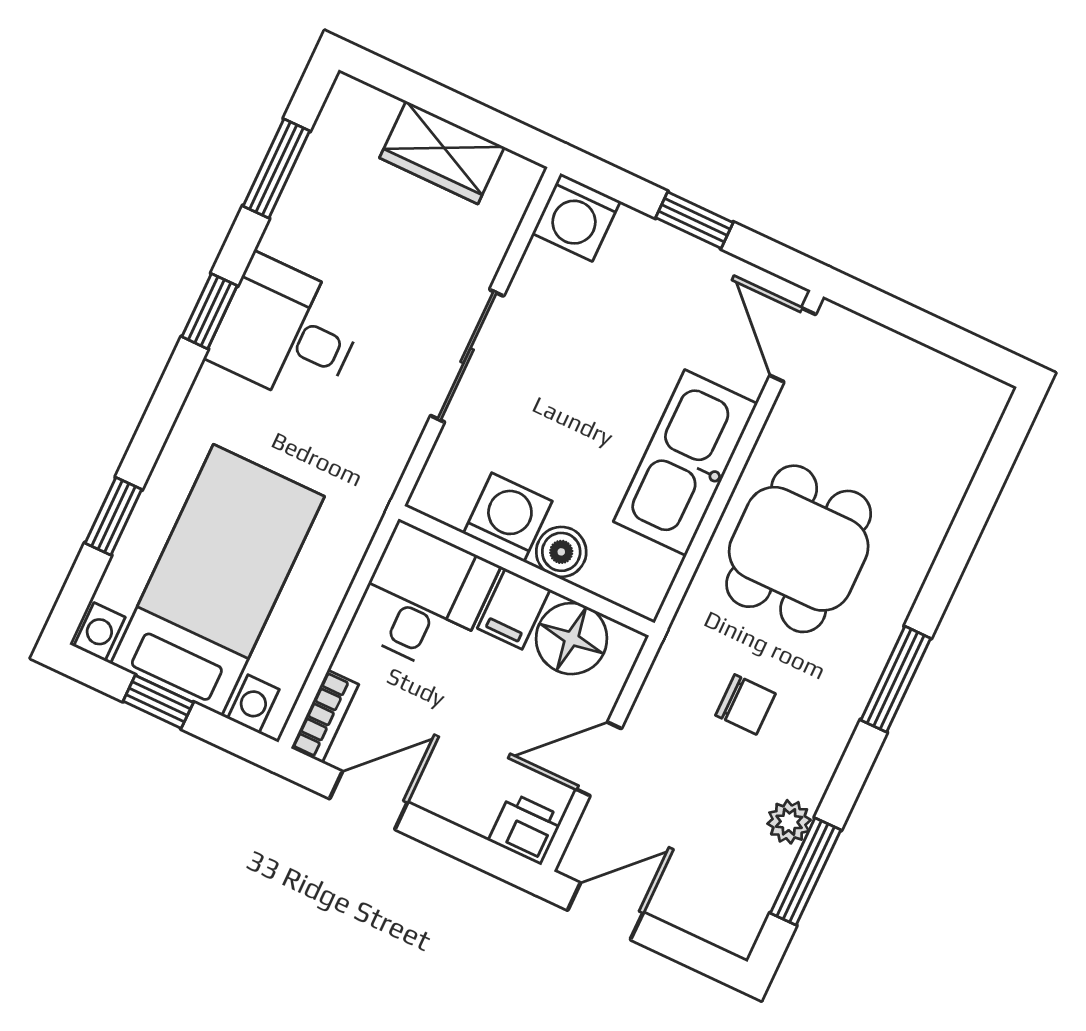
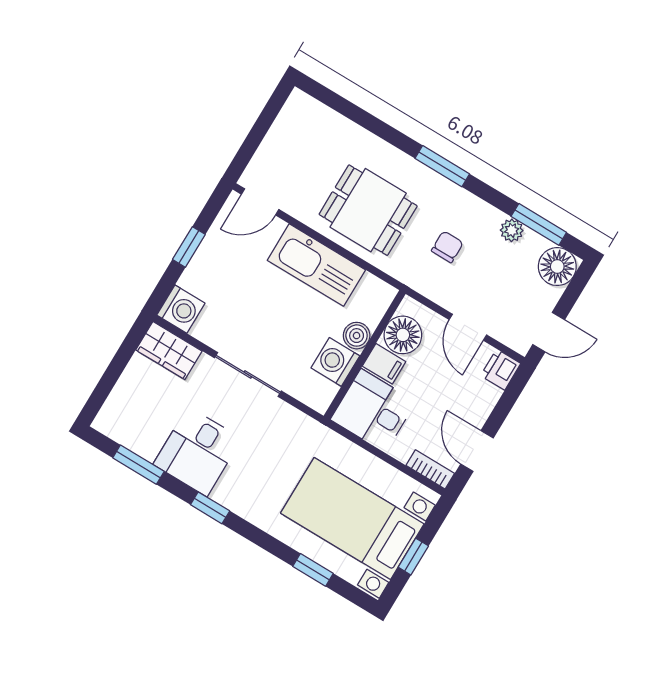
wardrobe: (442, 152) -> (169, 351), moved, turned 90
desk: (287, 332) -> (198, 452), moved
door: (605, 911) -> (549, 332), swing flipped
floor lamp: (730, 915) -> (557, 267), added

